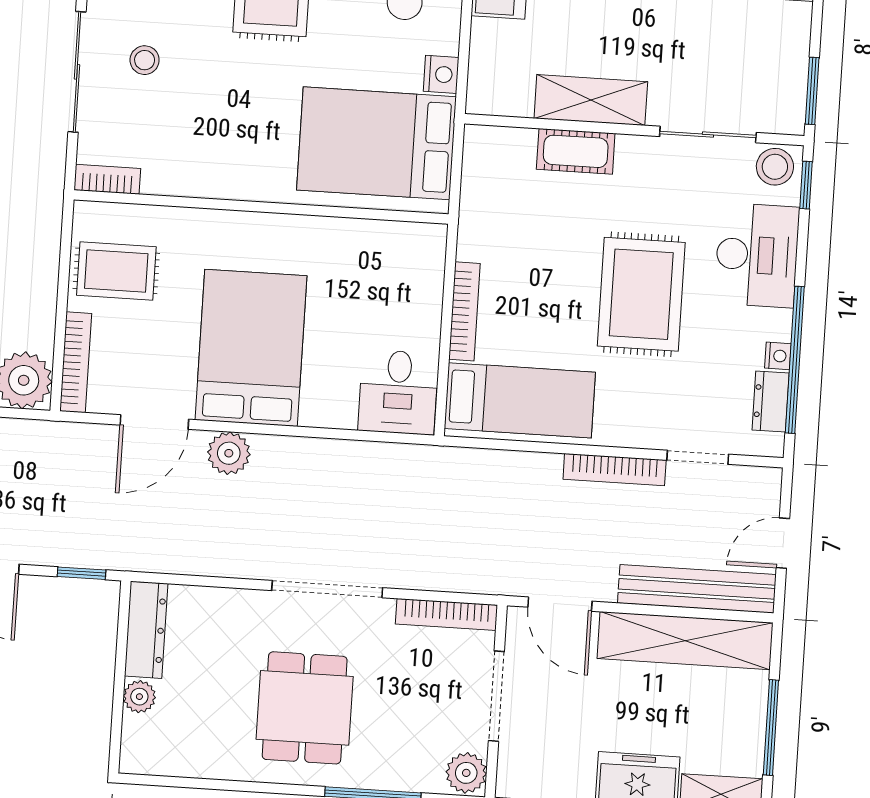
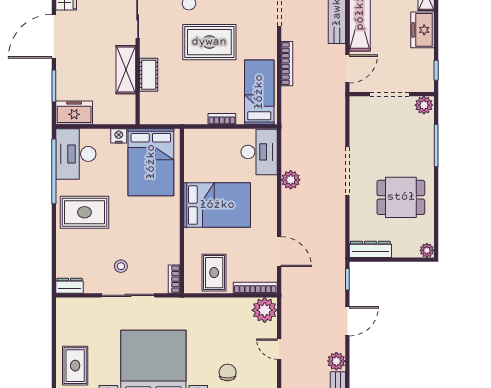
bookcase: (464, 311) -> (222, 119), width x0.64
bed: (251, 348) -> (217, 205), moved, turned 180
desk: (398, 392) -> (259, 152), width x1.37
plant: (229, 453) -> (291, 180), moved
bookcase: (615, 470) -> (287, 64), moved
bookcase: (446, 614) -> (355, 118), removed
plant: (139, 697) -> (427, 250), moved
dining table: (305, 708) -> (401, 197), moved

